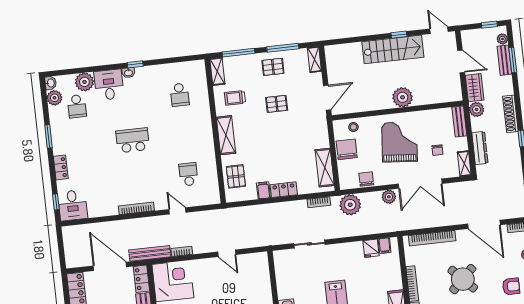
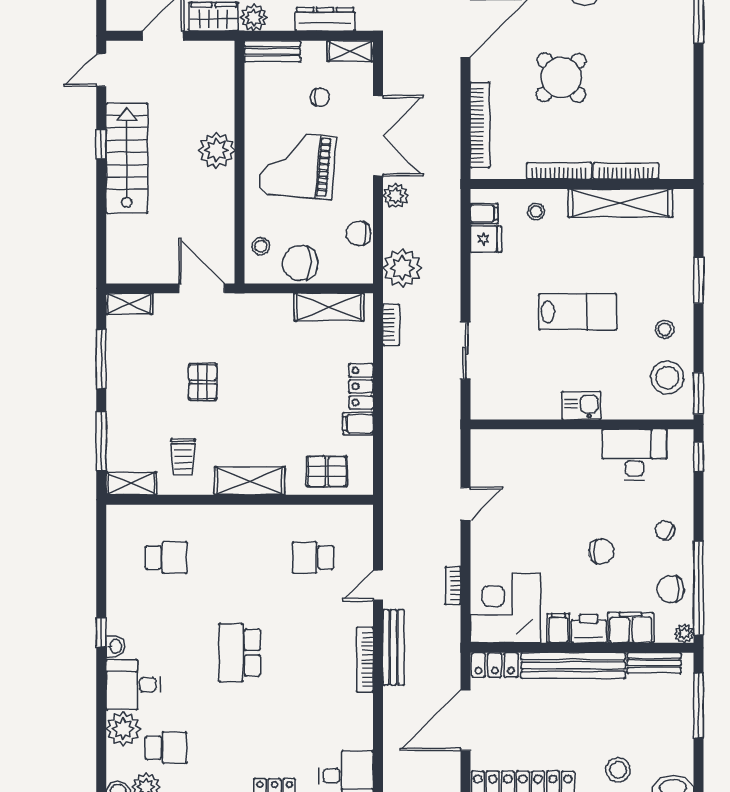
pallet: (273, 67) -> (134, 381), removed
bench: (150, 253) -> (393, 647), moved
stool: (389, 274) -> (536, 212), added

